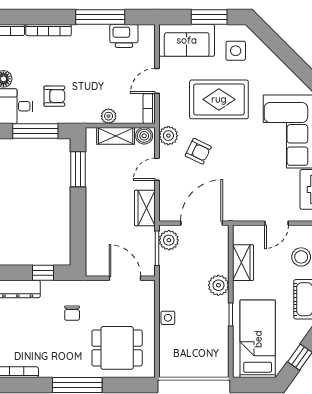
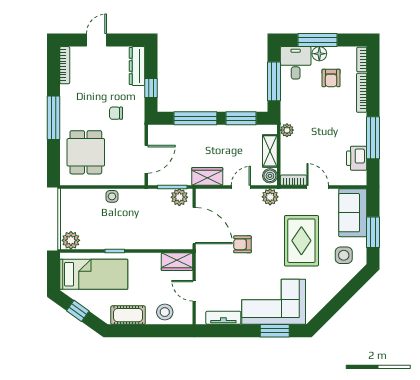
armchair: (54, 96) -> (331, 78), moved
plant: (109, 116) -> (287, 130), moved
armchair: (198, 151) -> (242, 244), moved, turned 64
door: (157, 169) -> (241, 187), hinge flipped
window: (78, 222) -> (195, 118), added
wardrobe: (243, 263) -> (177, 262), moved
plant: (218, 285) -> (71, 240), moved

